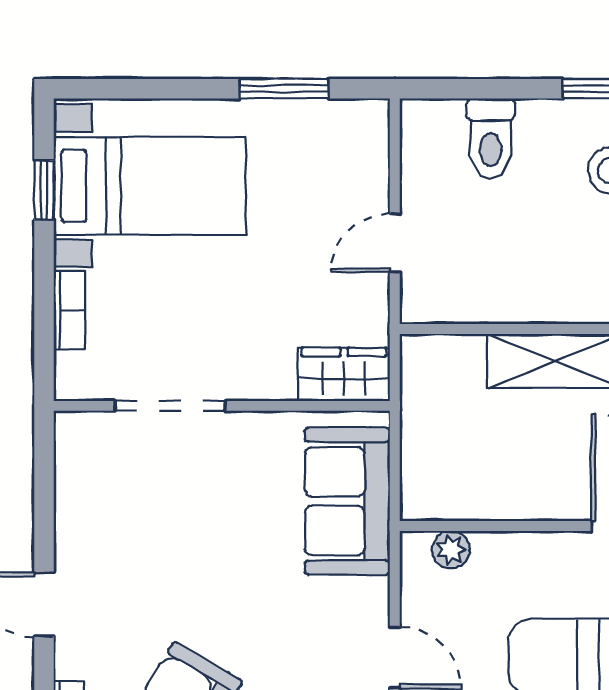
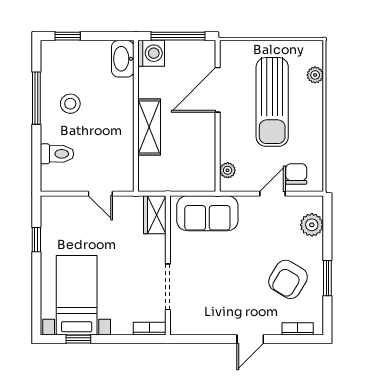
window: (284, 89) -> (36, 240), width x0.67
bookcase: (69, 310) -> (150, 329), moved

